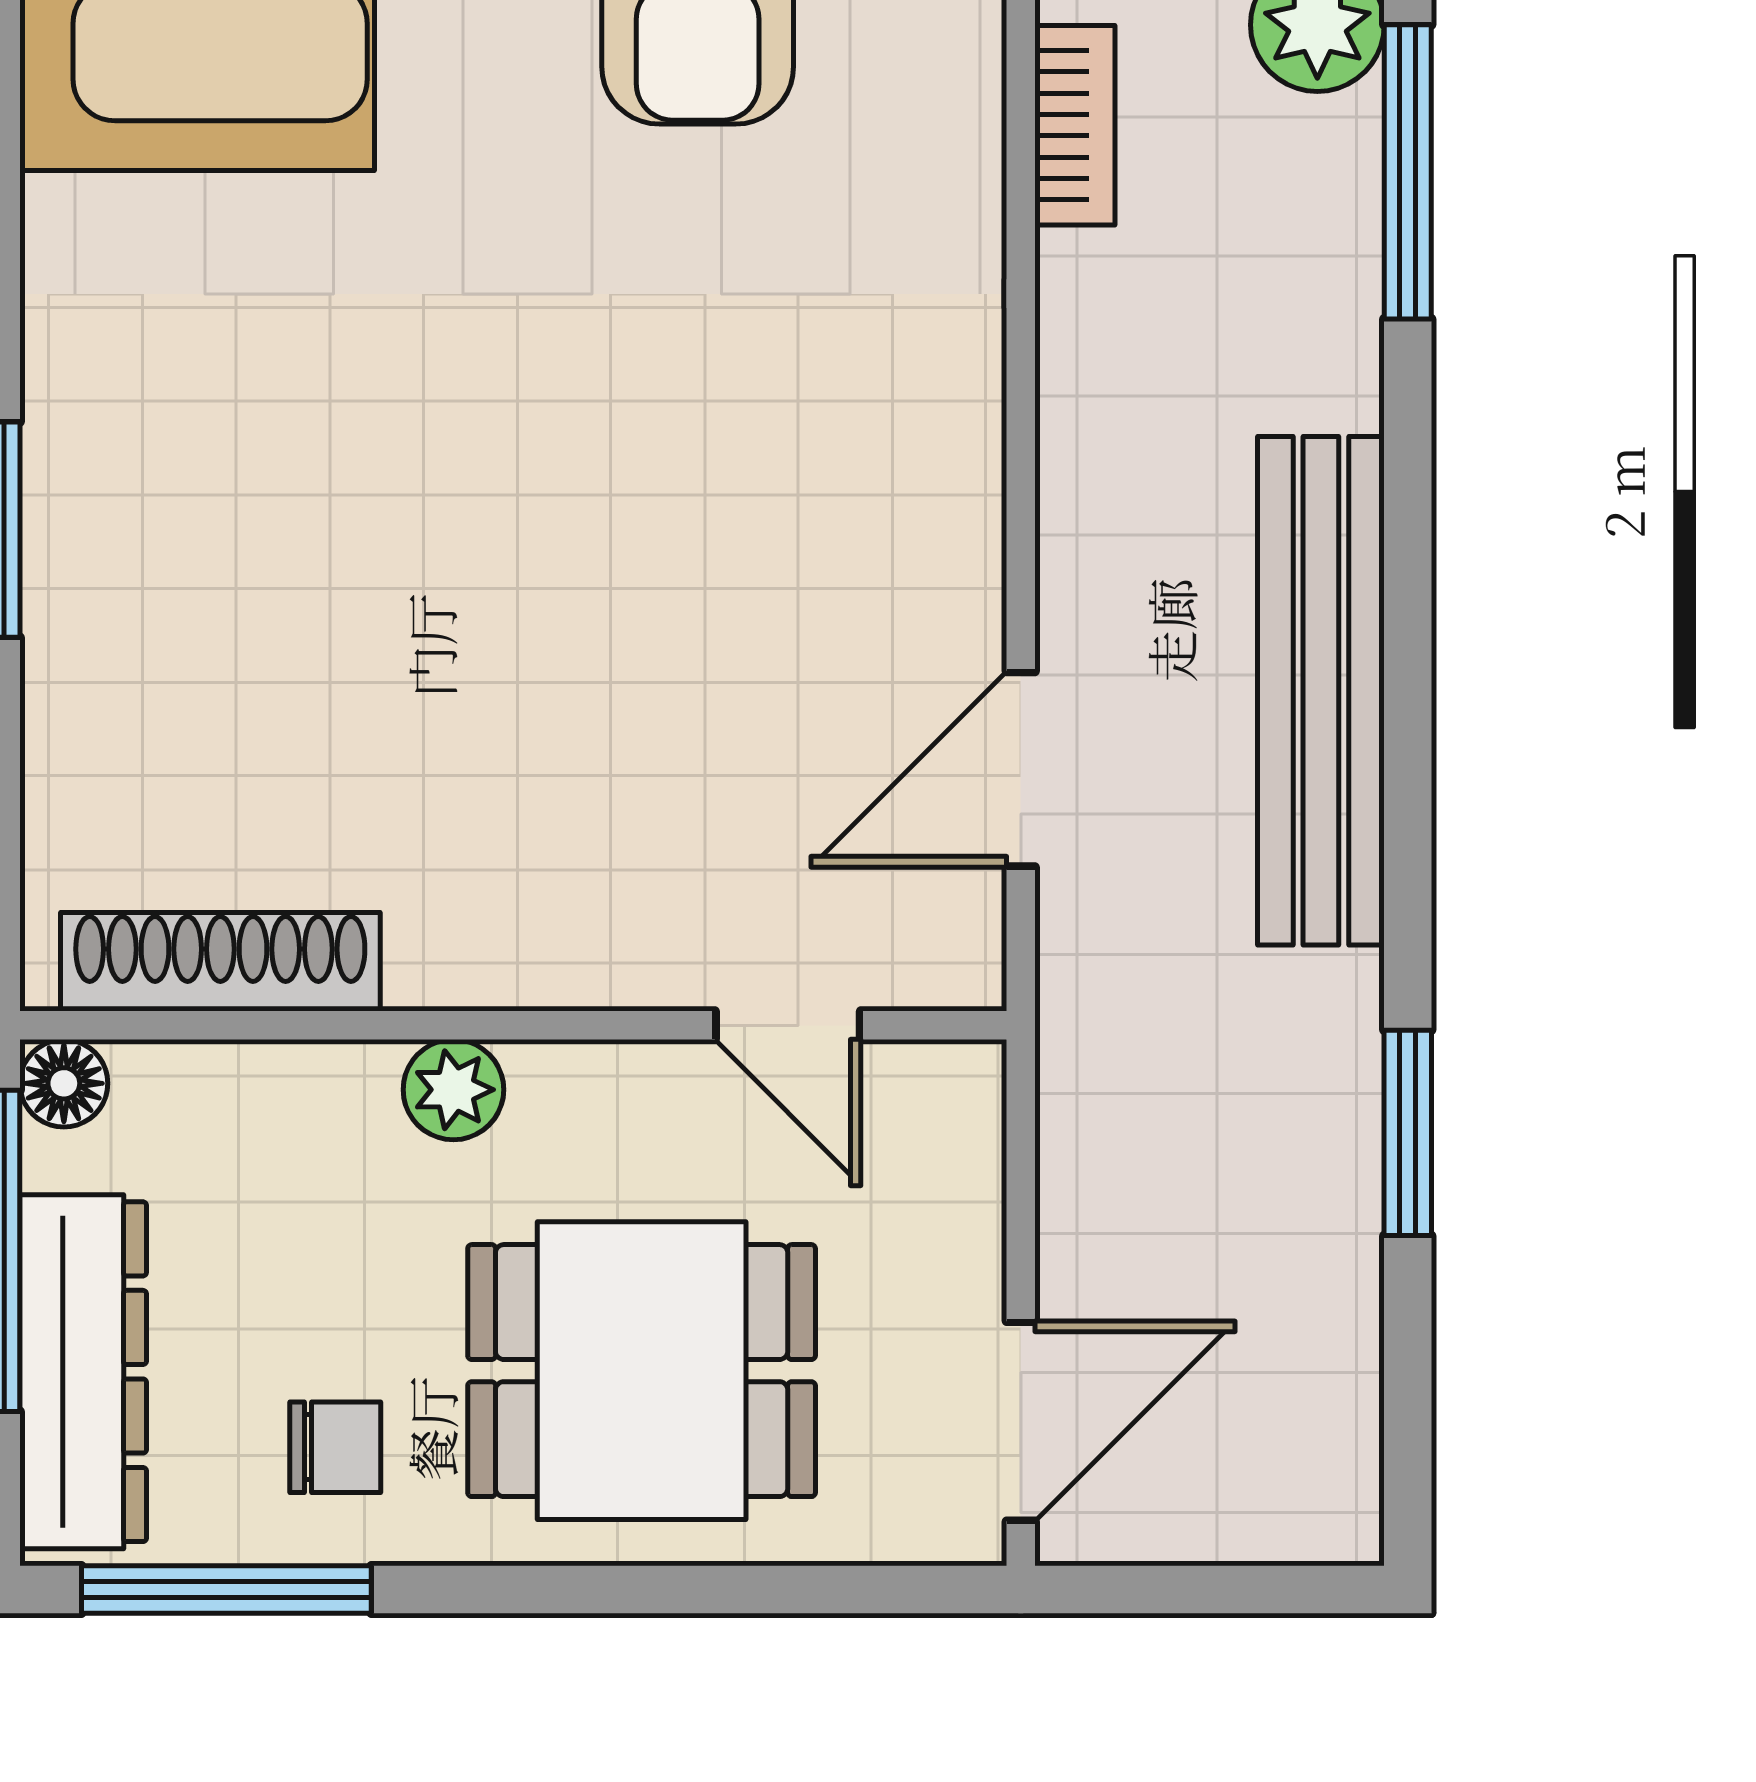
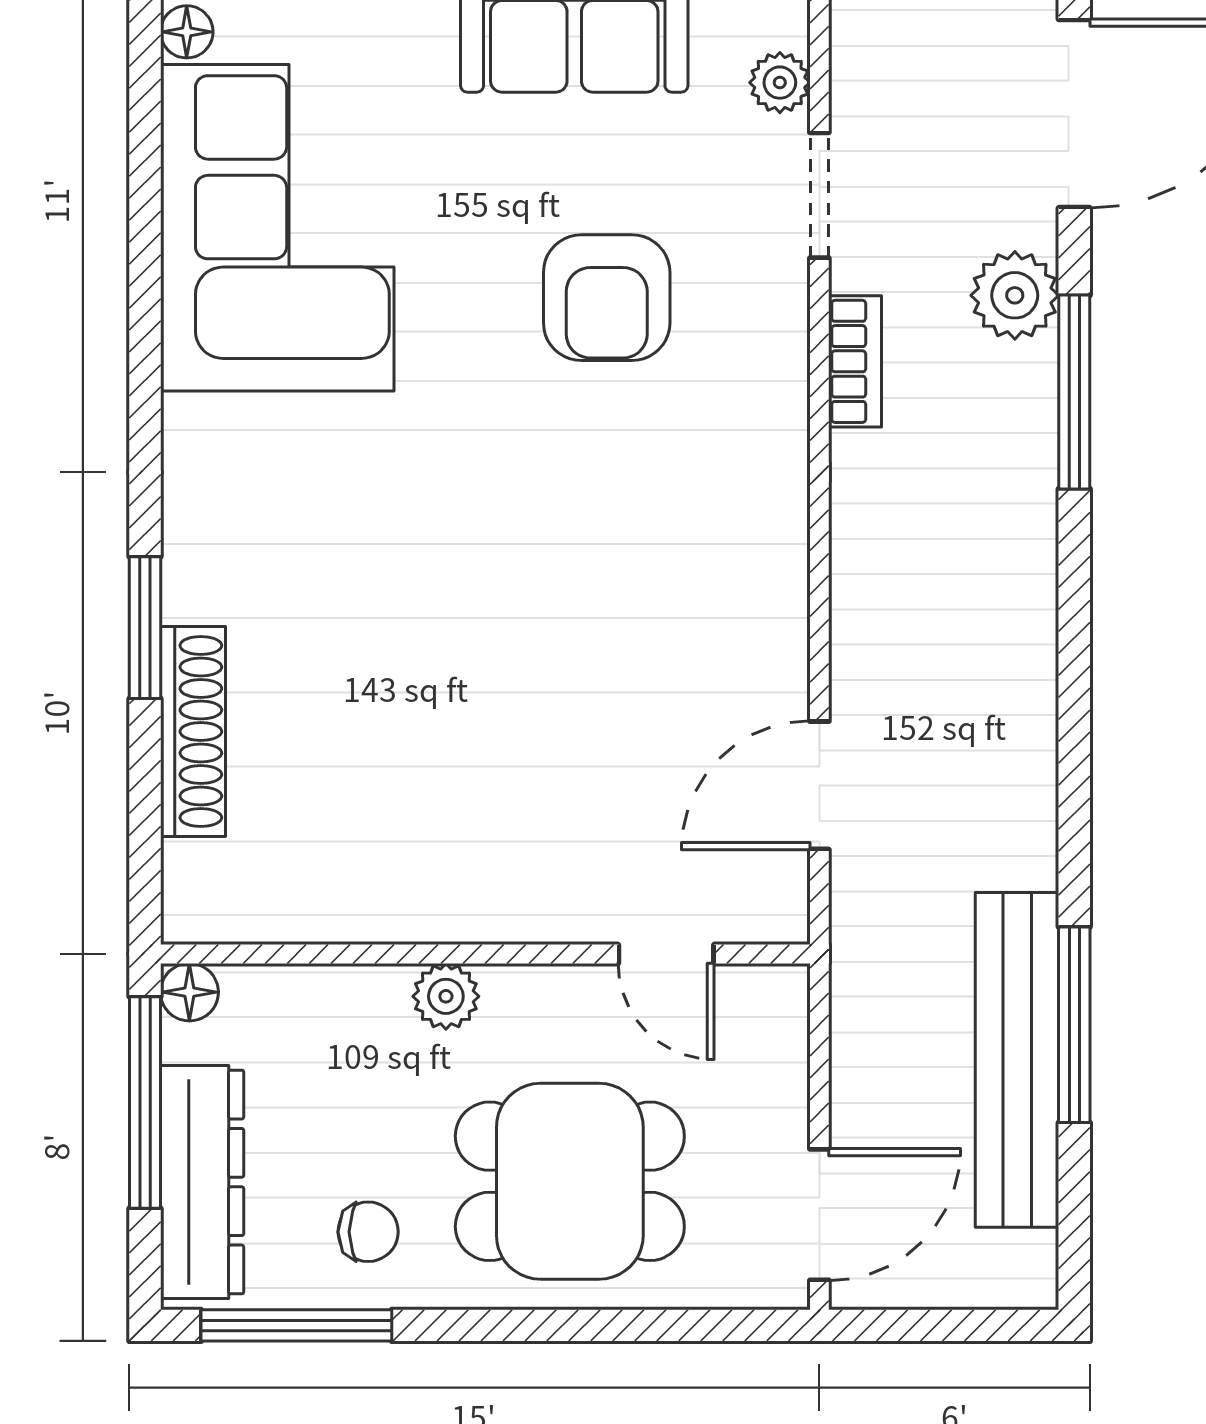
bench: (1321, 691) -> (1017, 1060), moved
shoe rack: (220, 962) -> (193, 732), moved, turned 90
window: (1408, 1133) -> (1074, 1025), width x1.44

